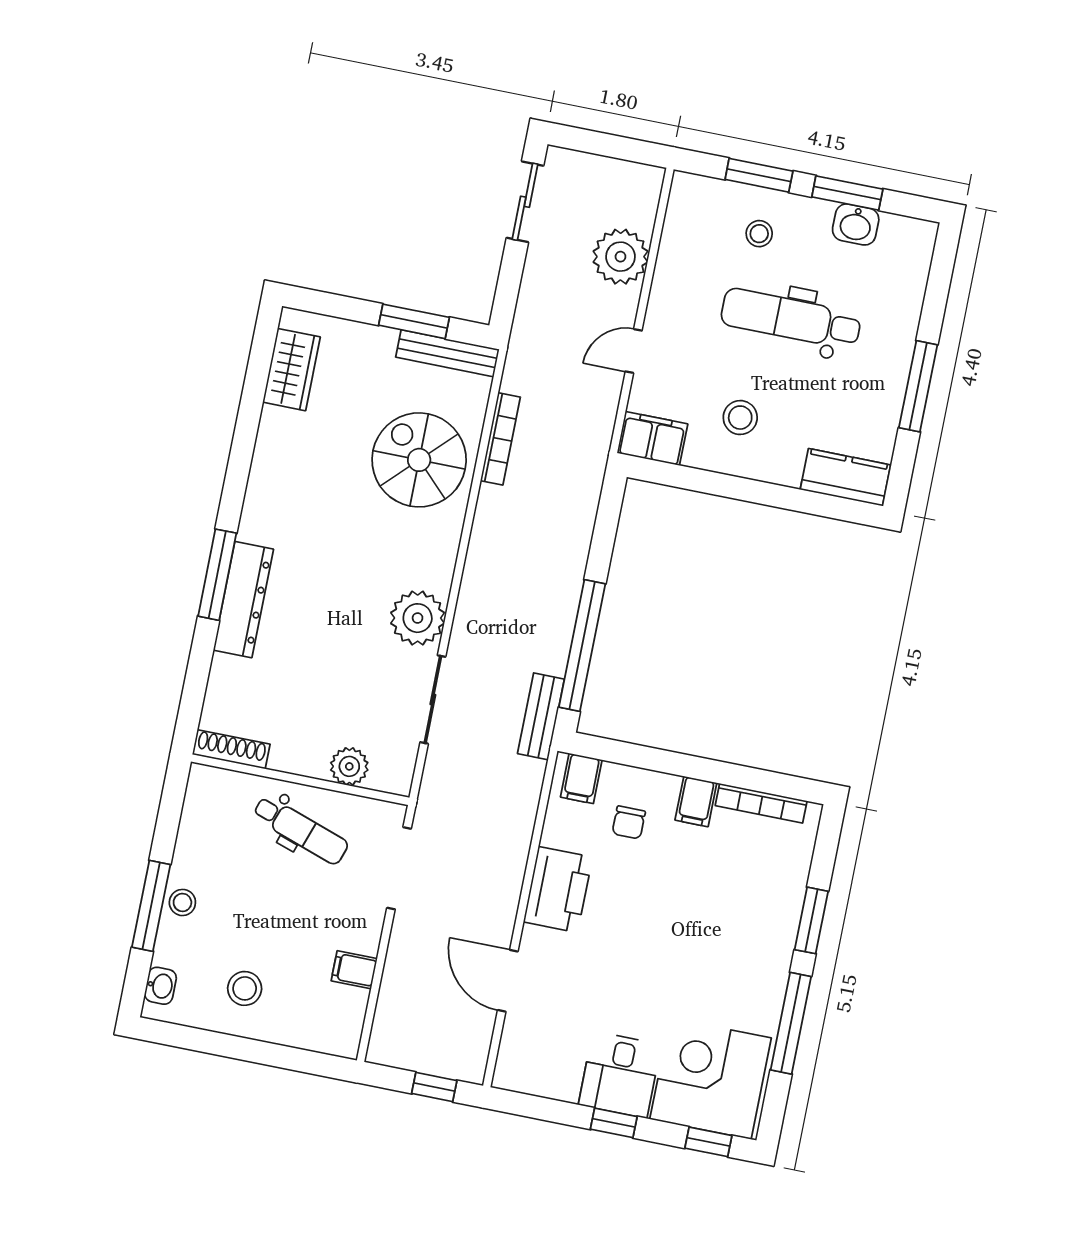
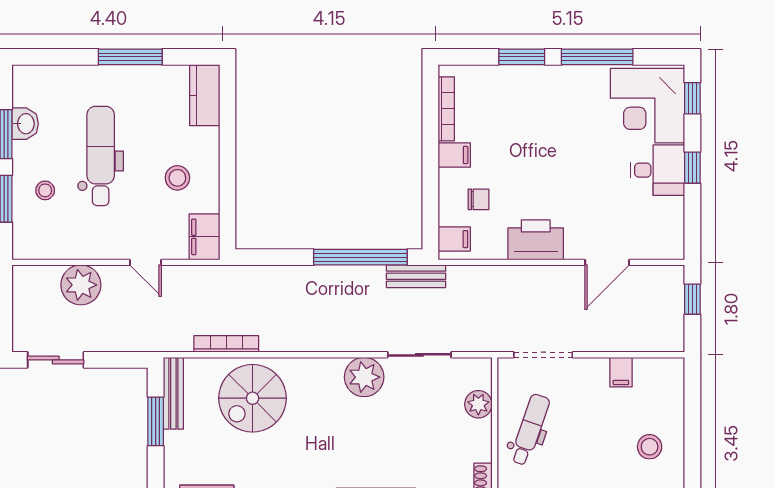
dental chair: (791, 319) -> (101, 156), turned 180

